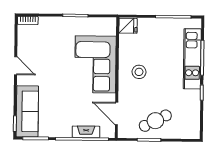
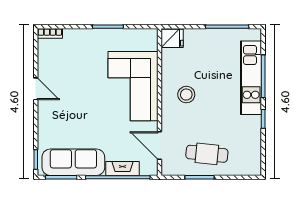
sofa: (27, 111) -> (73, 162), moved, turned -90
cafe table: (155, 121) -> (207, 154), turned 33

